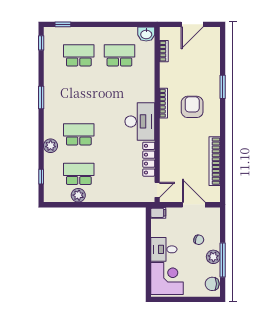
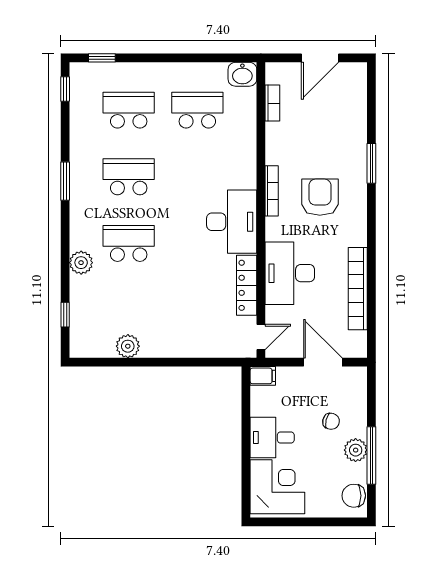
desk: (174, 152) -> (290, 273), added
school desk: (79, 174) -> (129, 177), moved

